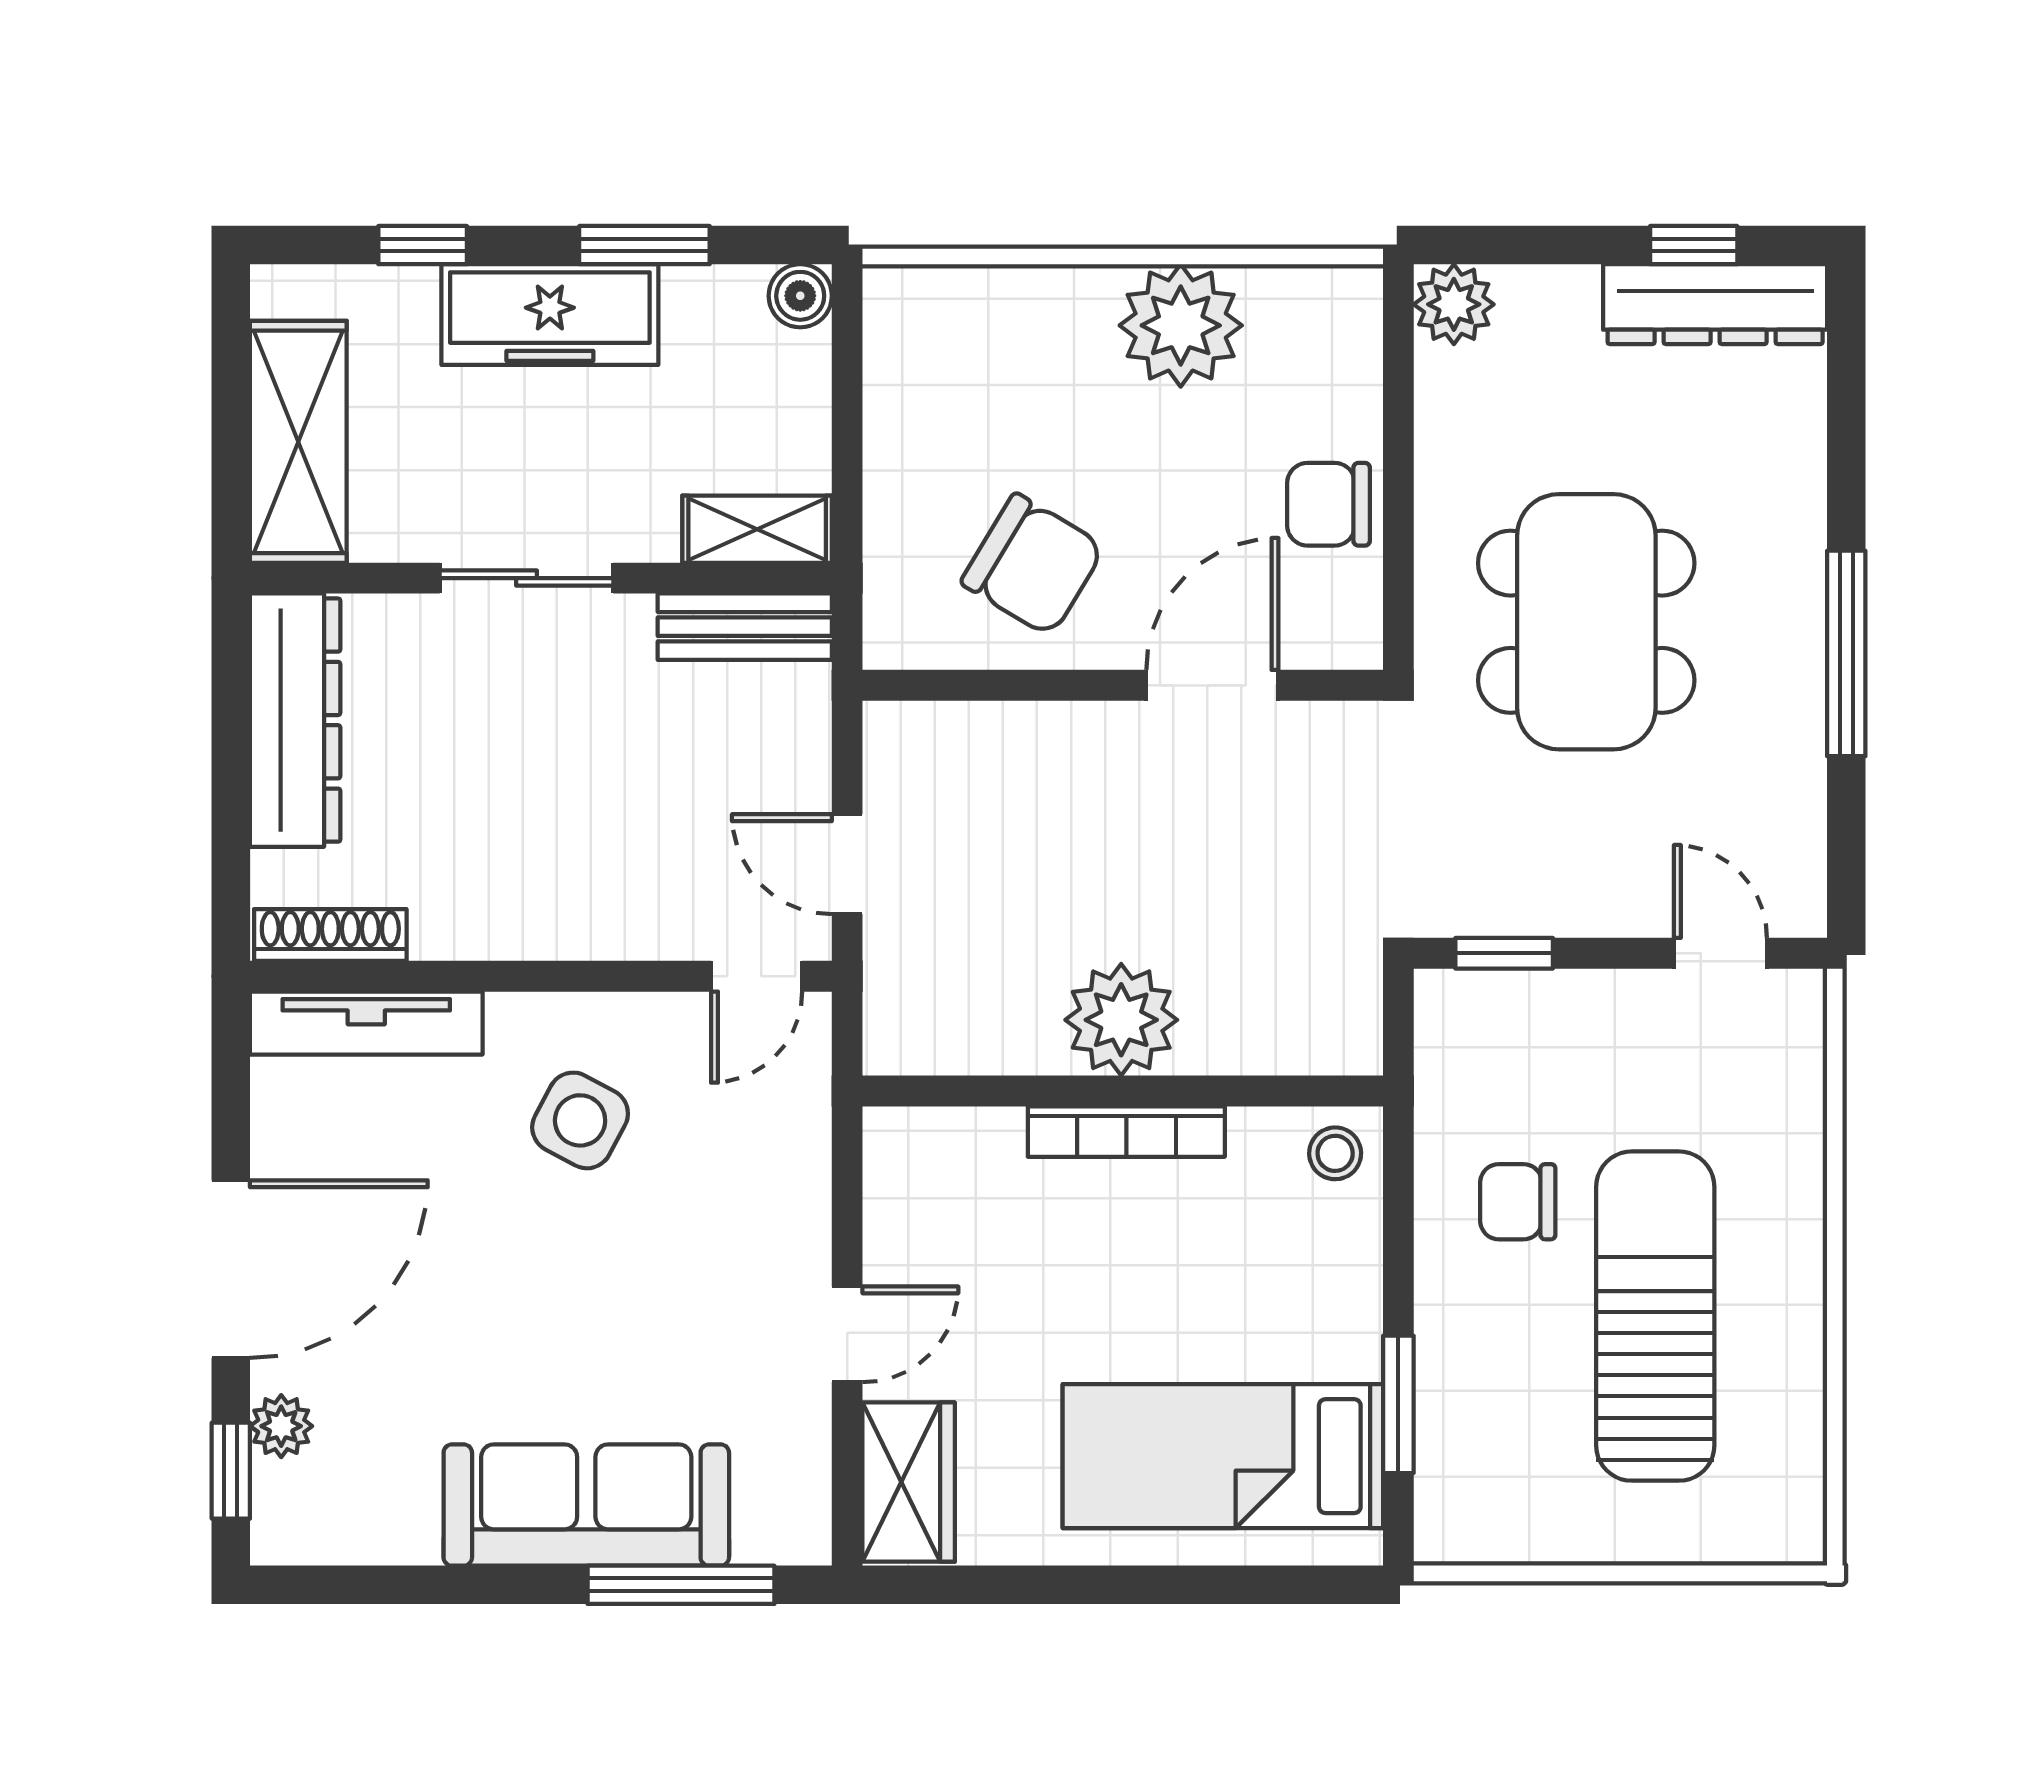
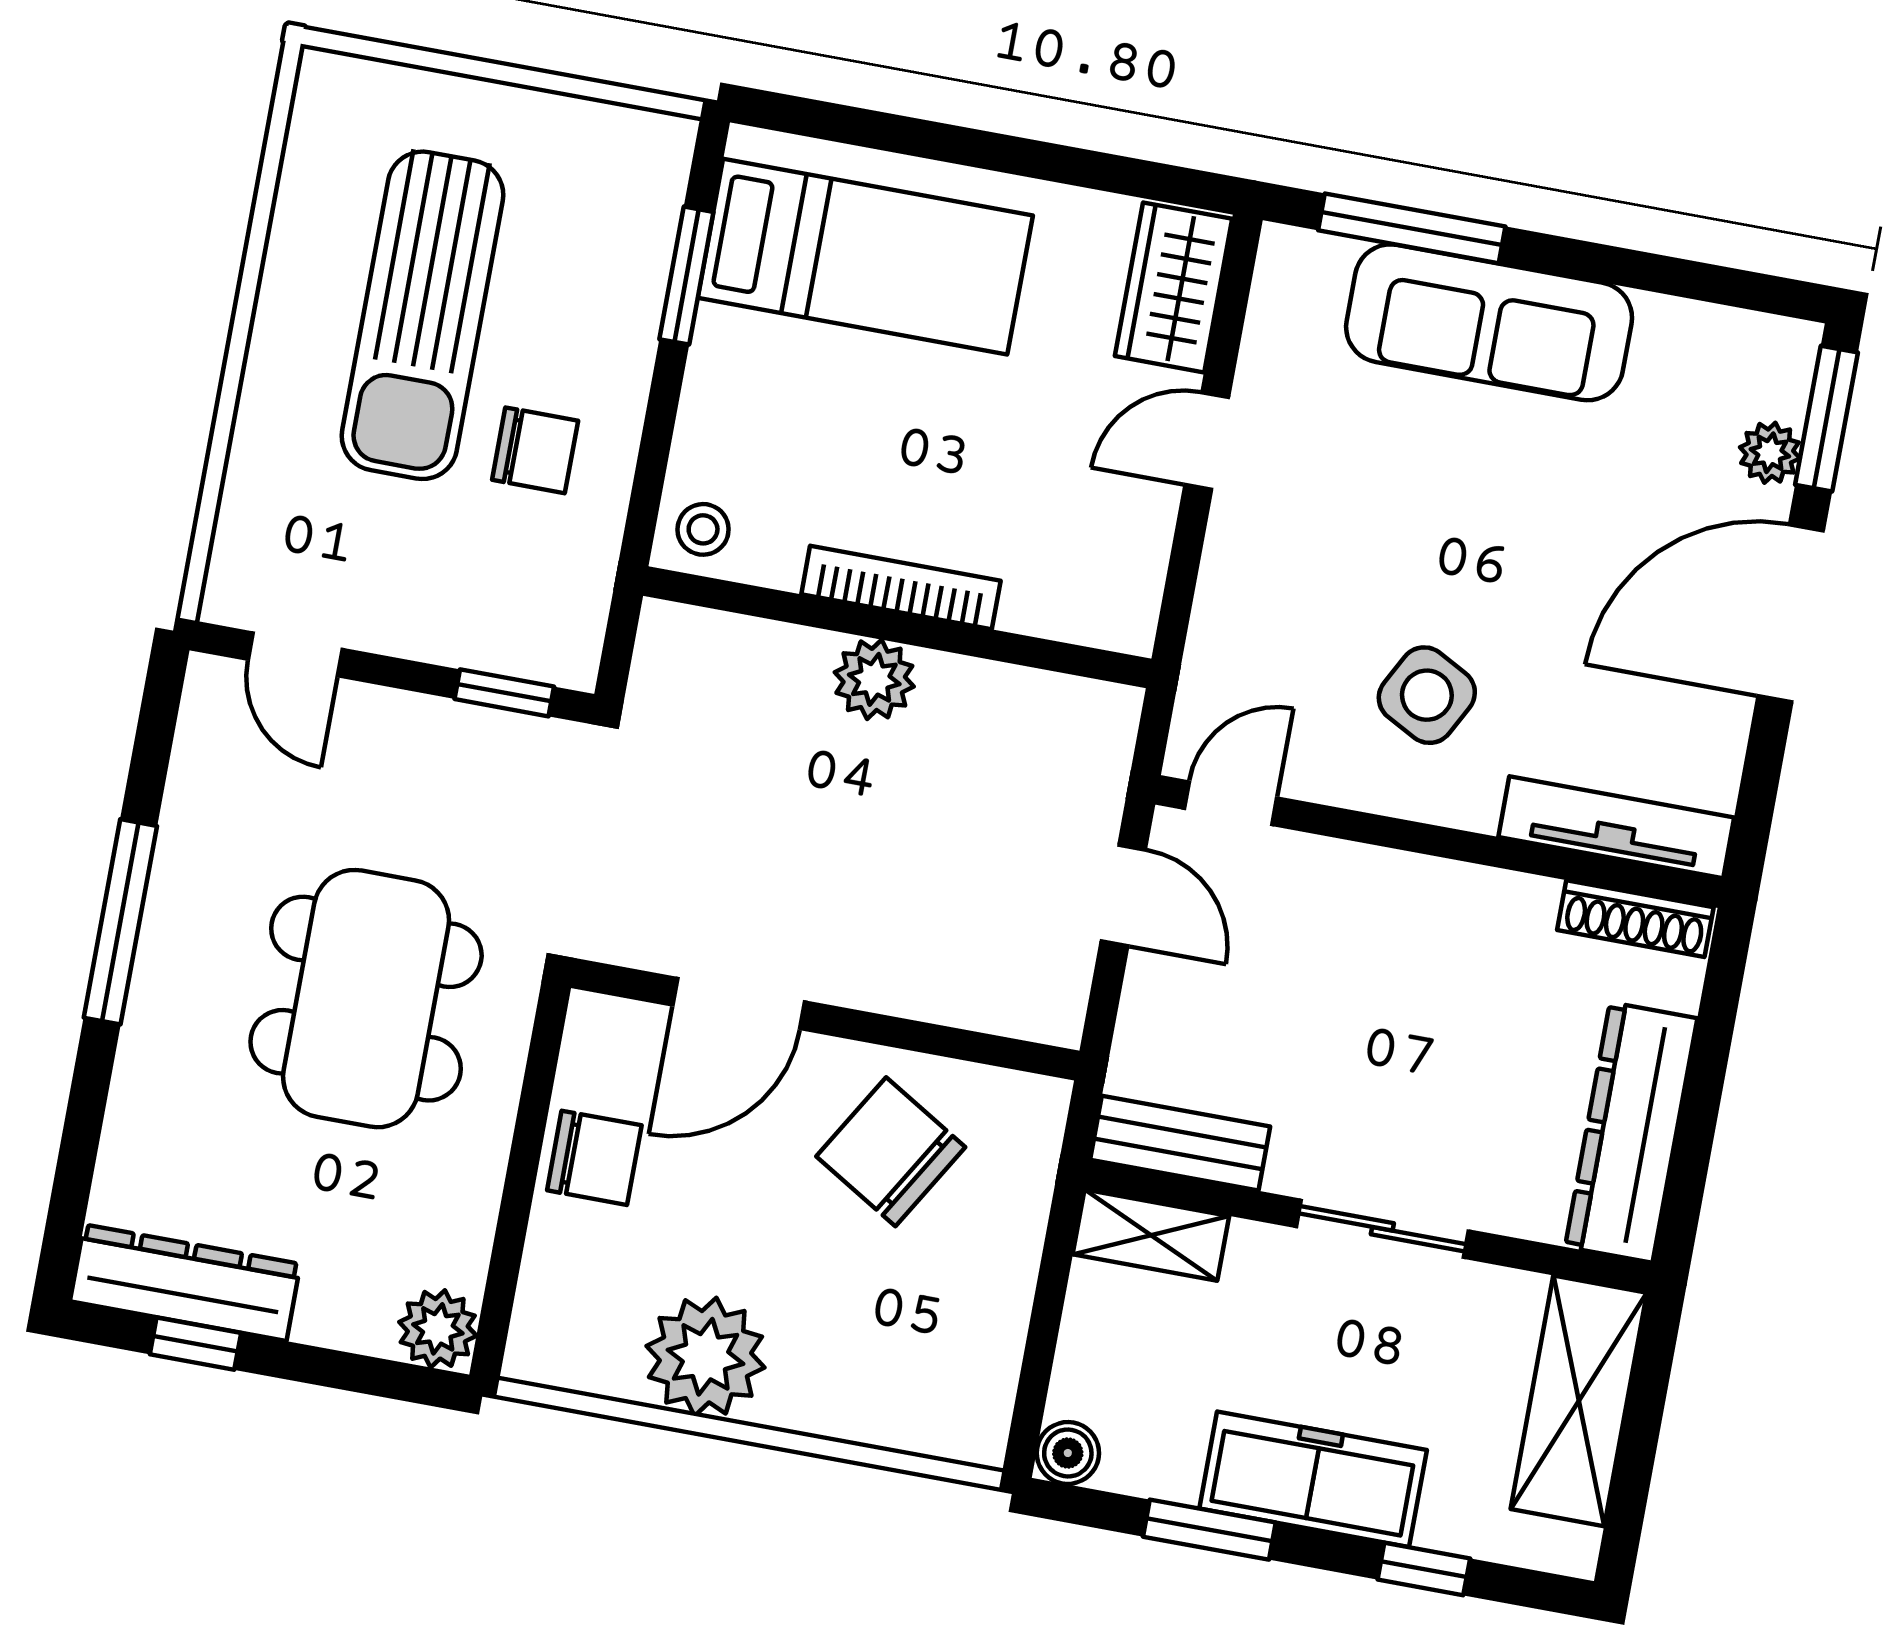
plant: (1121, 1020) -> (874, 679), width x0.73, depth x0.73
window: (231, 1471) -> (1826, 419), width x1.50

